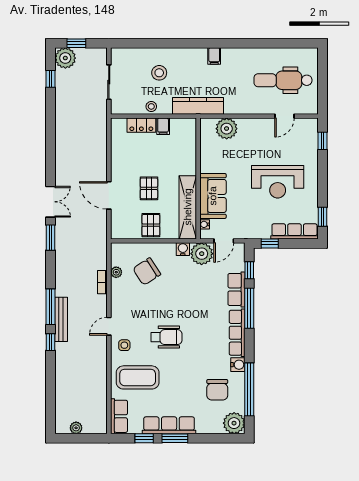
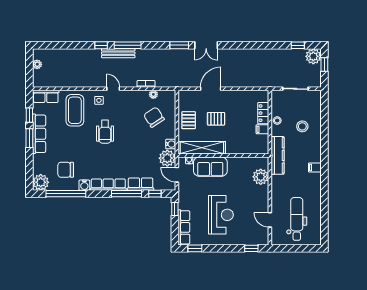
reception desk: (278, 182) -> (221, 215), turned 180
pallet: (151, 225) -> (189, 120), turned 90

